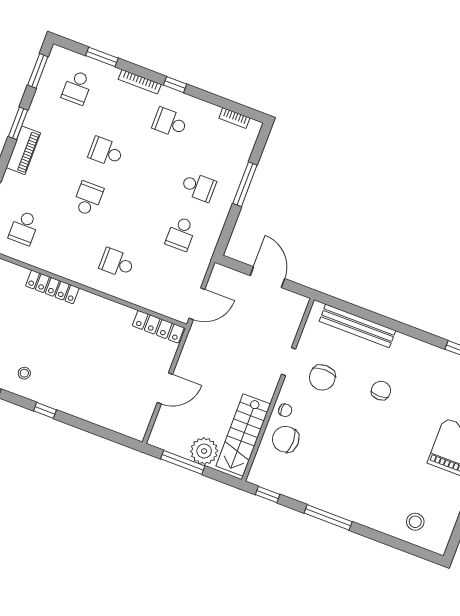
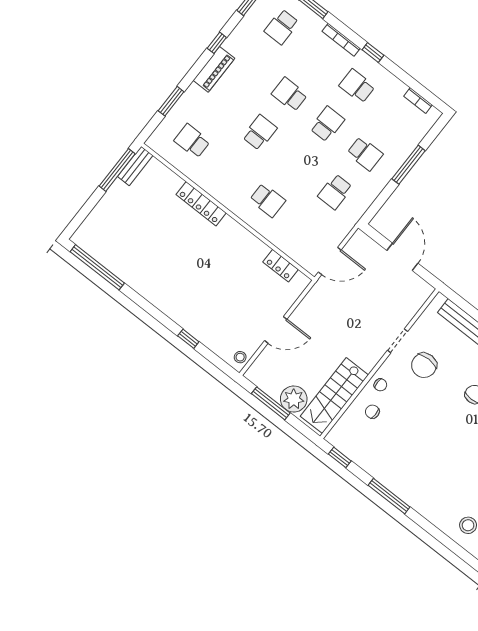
window: (18, 123) -> (217, 43), width x0.67
school desk: (152, 169) -> (327, 124), added
school desk: (24, 228) -> (192, 141), turned 90
school desk: (117, 263) -> (268, 200), turned 180
locker: (158, 327) -> (281, 266), width x0.66
stool: (24, 373) -> (240, 357), moved
window: (45, 410) -> (188, 339), moved
chair: (286, 439) -> (372, 412), width x0.54, depth x0.54

